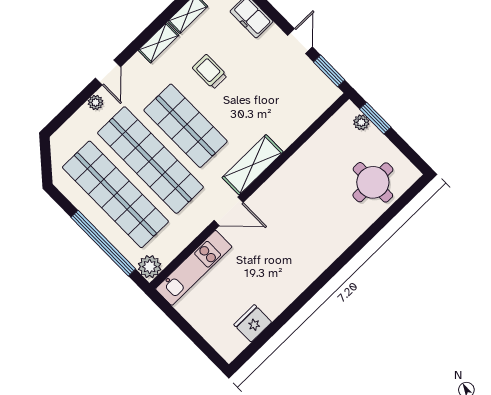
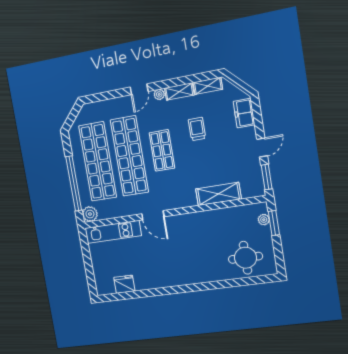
plant: (96, 102) -> (159, 94), moved
shop shelf: (186, 126) -> (162, 150), width x0.70, depth x0.74
shelving: (253, 165) -> (218, 194), moved

